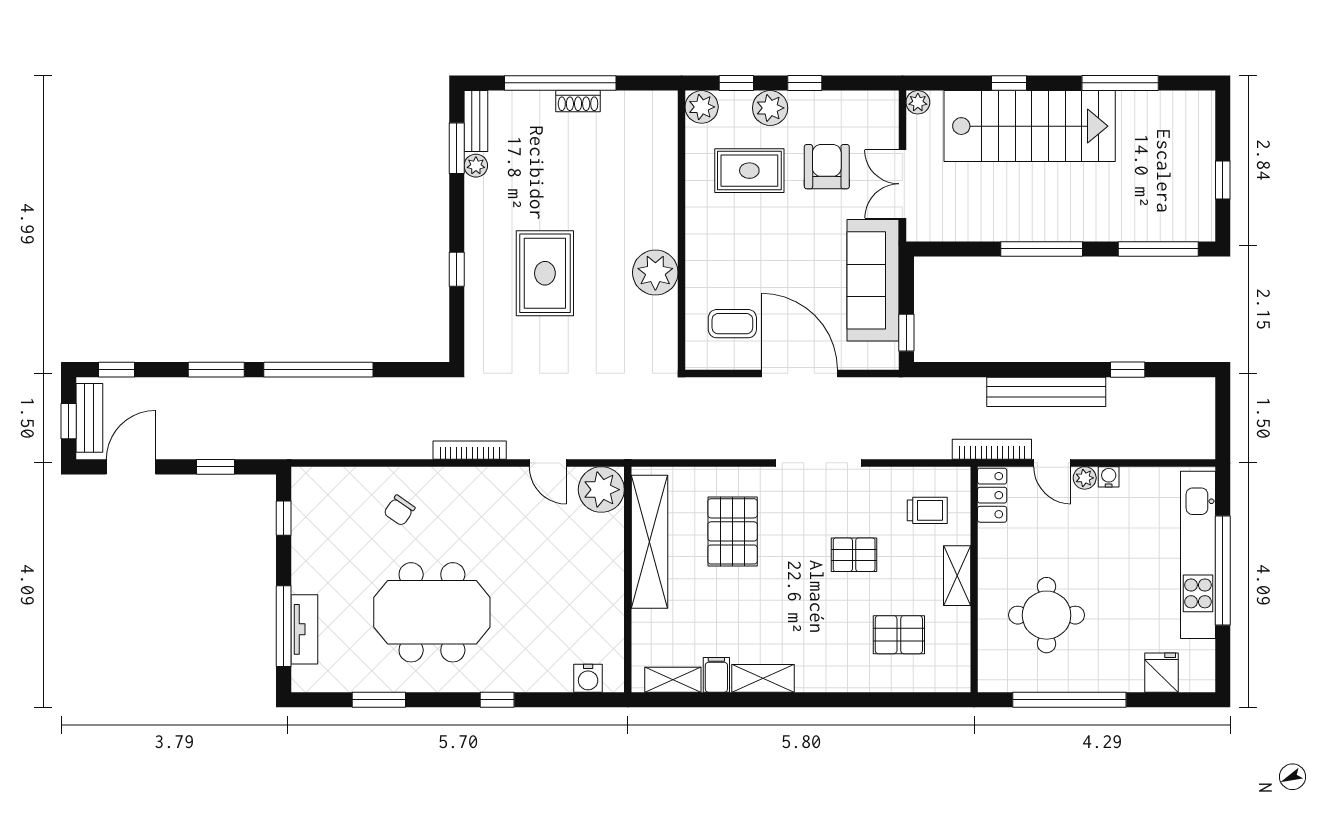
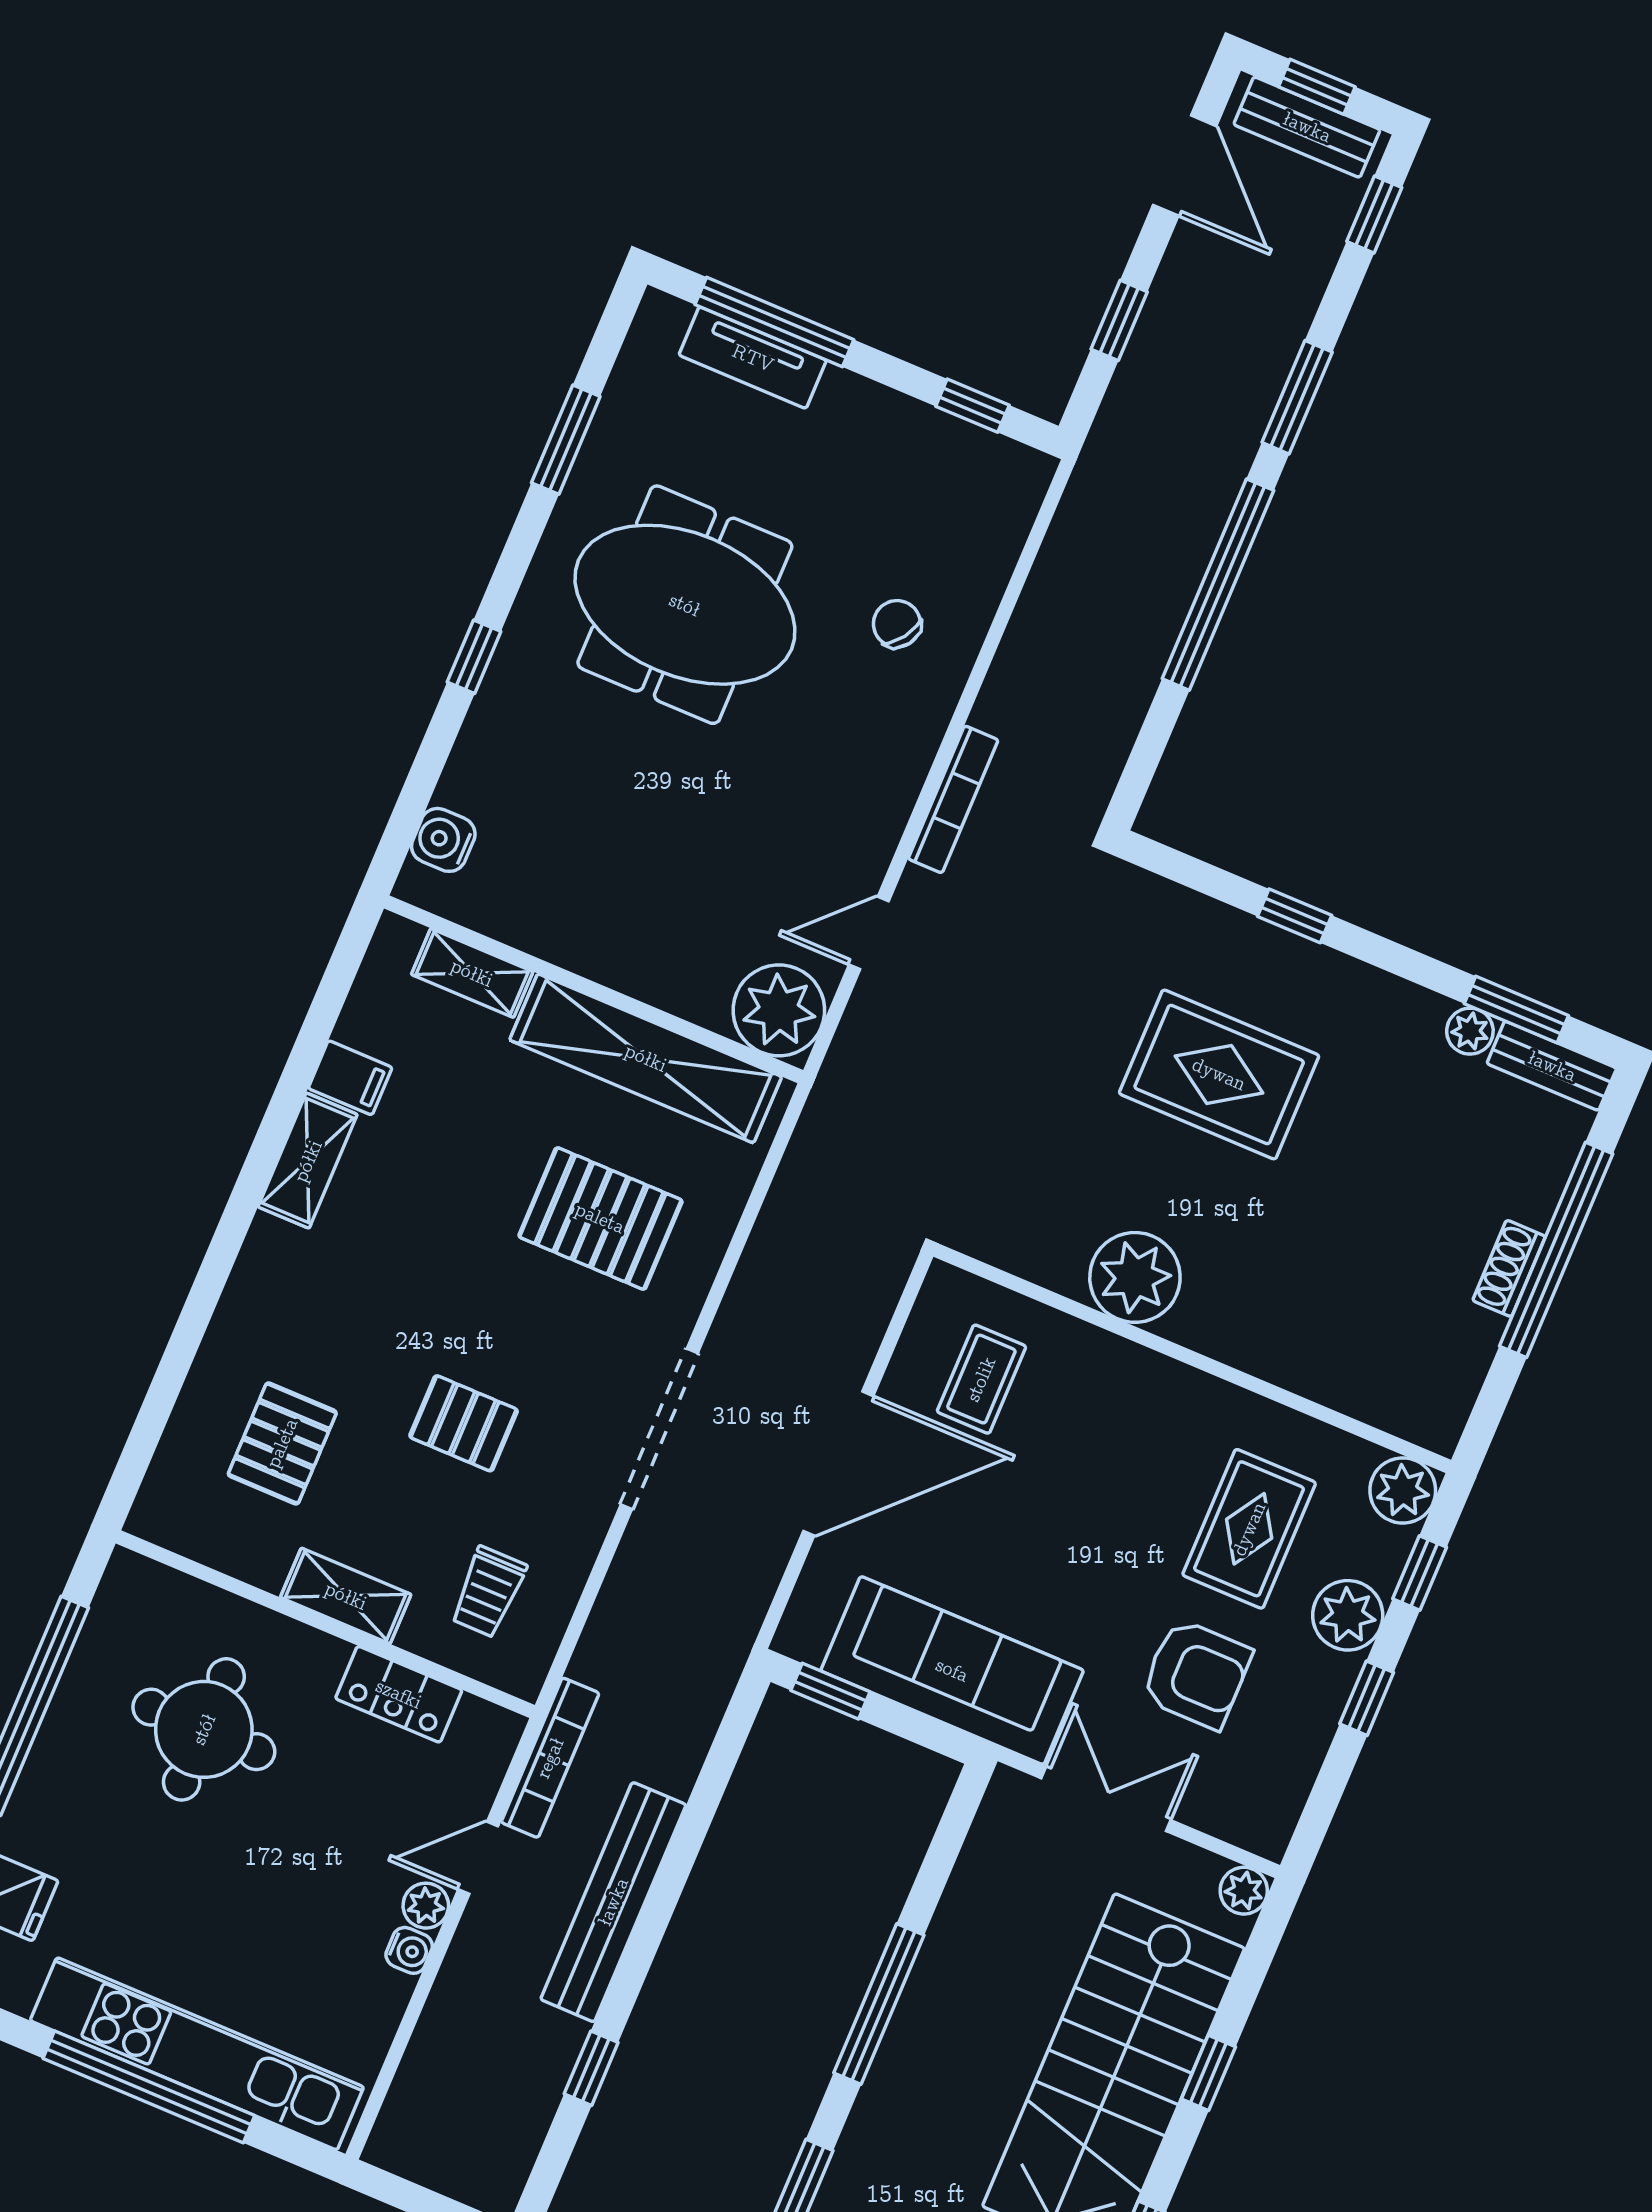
locker: (992, 495) -> (399, 1694), moved
pallet: (854, 555) -> (464, 1423), turned 90
meeting table: (432, 612) -> (685, 605), turned 90
shelving: (673, 680) -> (472, 973), moved, turned 90

